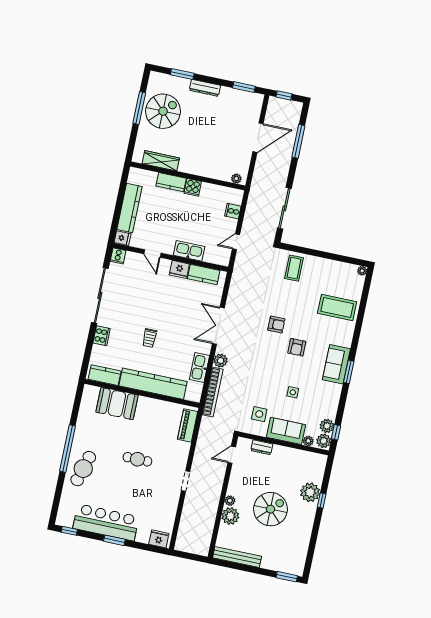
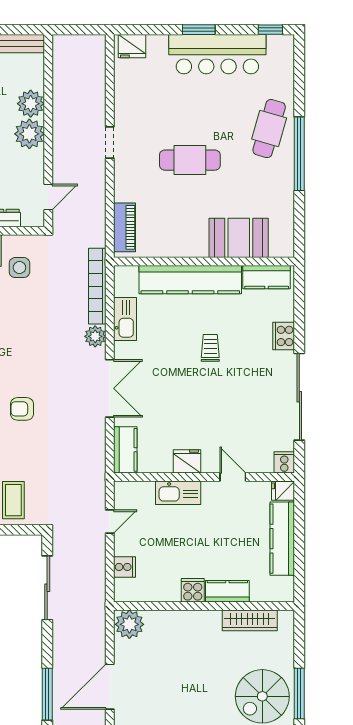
plant: (236, 179) -> (129, 624), width x1.87, depth x1.87
kitchen counter: (204, 275) -> (125, 450), moved, turned 90
cafe table: (137, 459) -> (190, 160), width x1.37, depth x1.35
plant: (230, 501) -> (29, 134), width x1.87, depth x1.87

